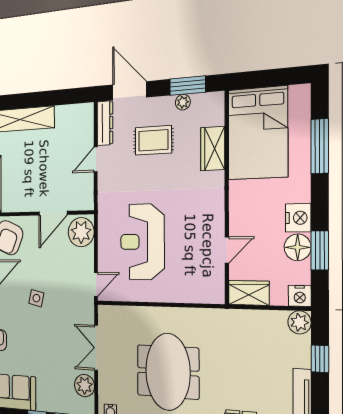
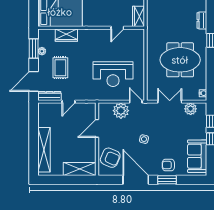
door: (96, 159) -> (69, 102), hinge flipped
door: (53, 213) -> (97, 128), swing flipped
plant: (81, 232) -> (121, 111), moved
door: (227, 250) -> (117, 28), swing flipped
double door: (96, 348) -> (170, 102), swing flipped

